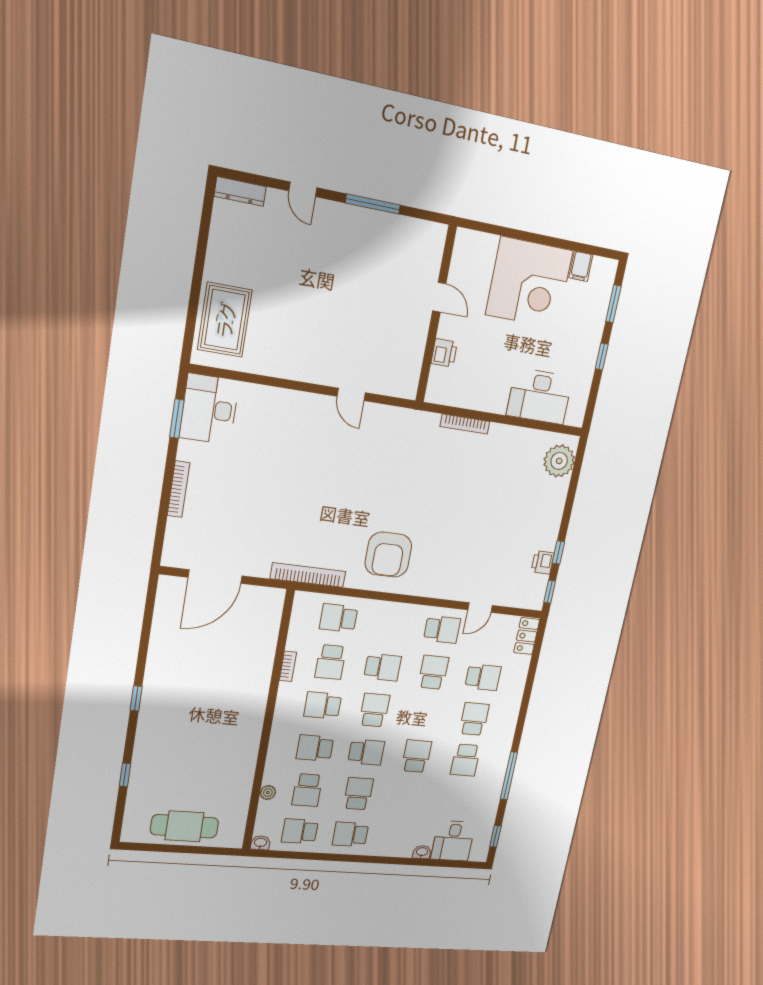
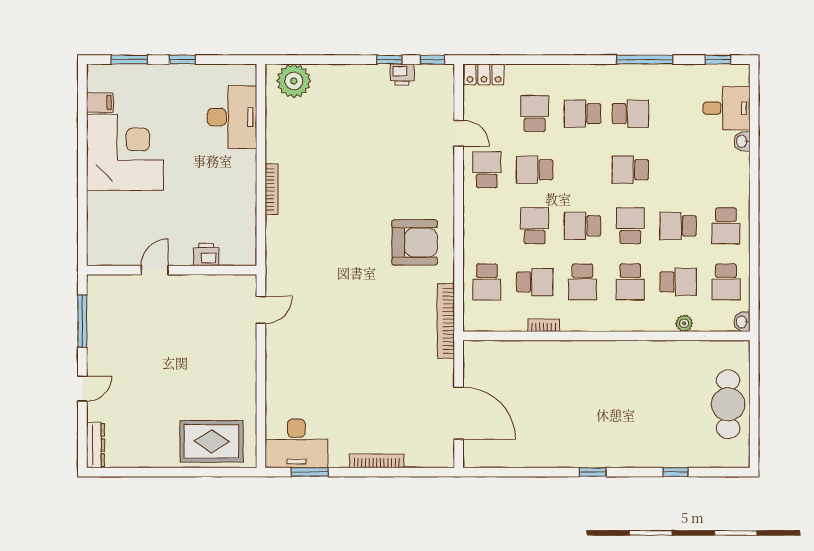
door: (439, 297) -> (155, 270), moved
wall: (436, 315) -> (172, 270), moved
printer: (444, 353) -> (206, 254), moved

